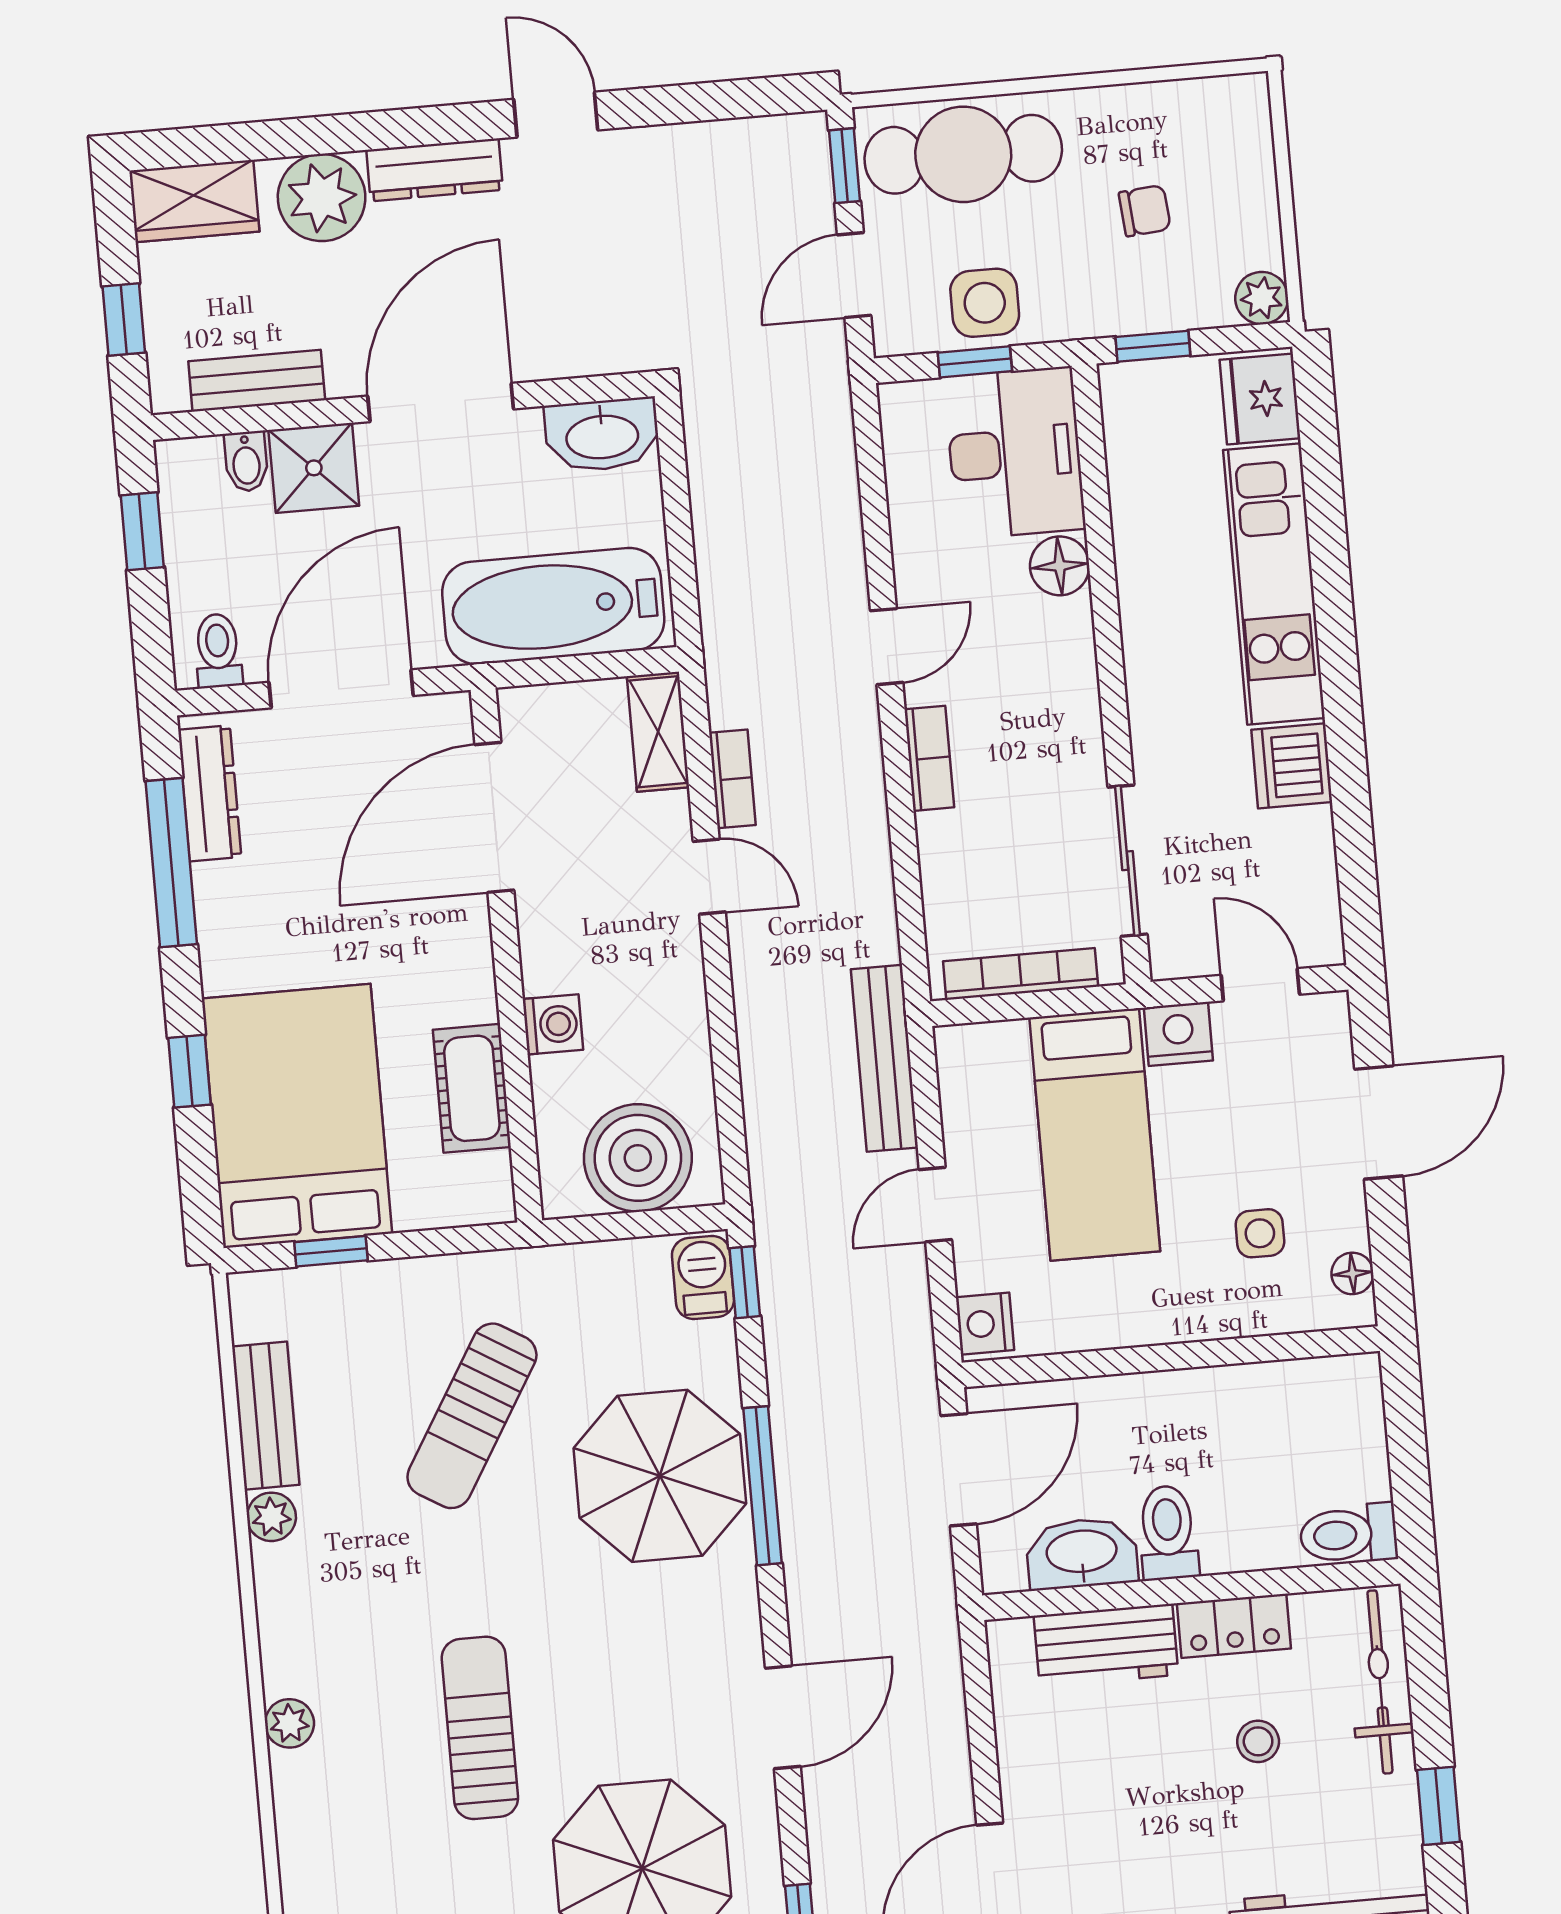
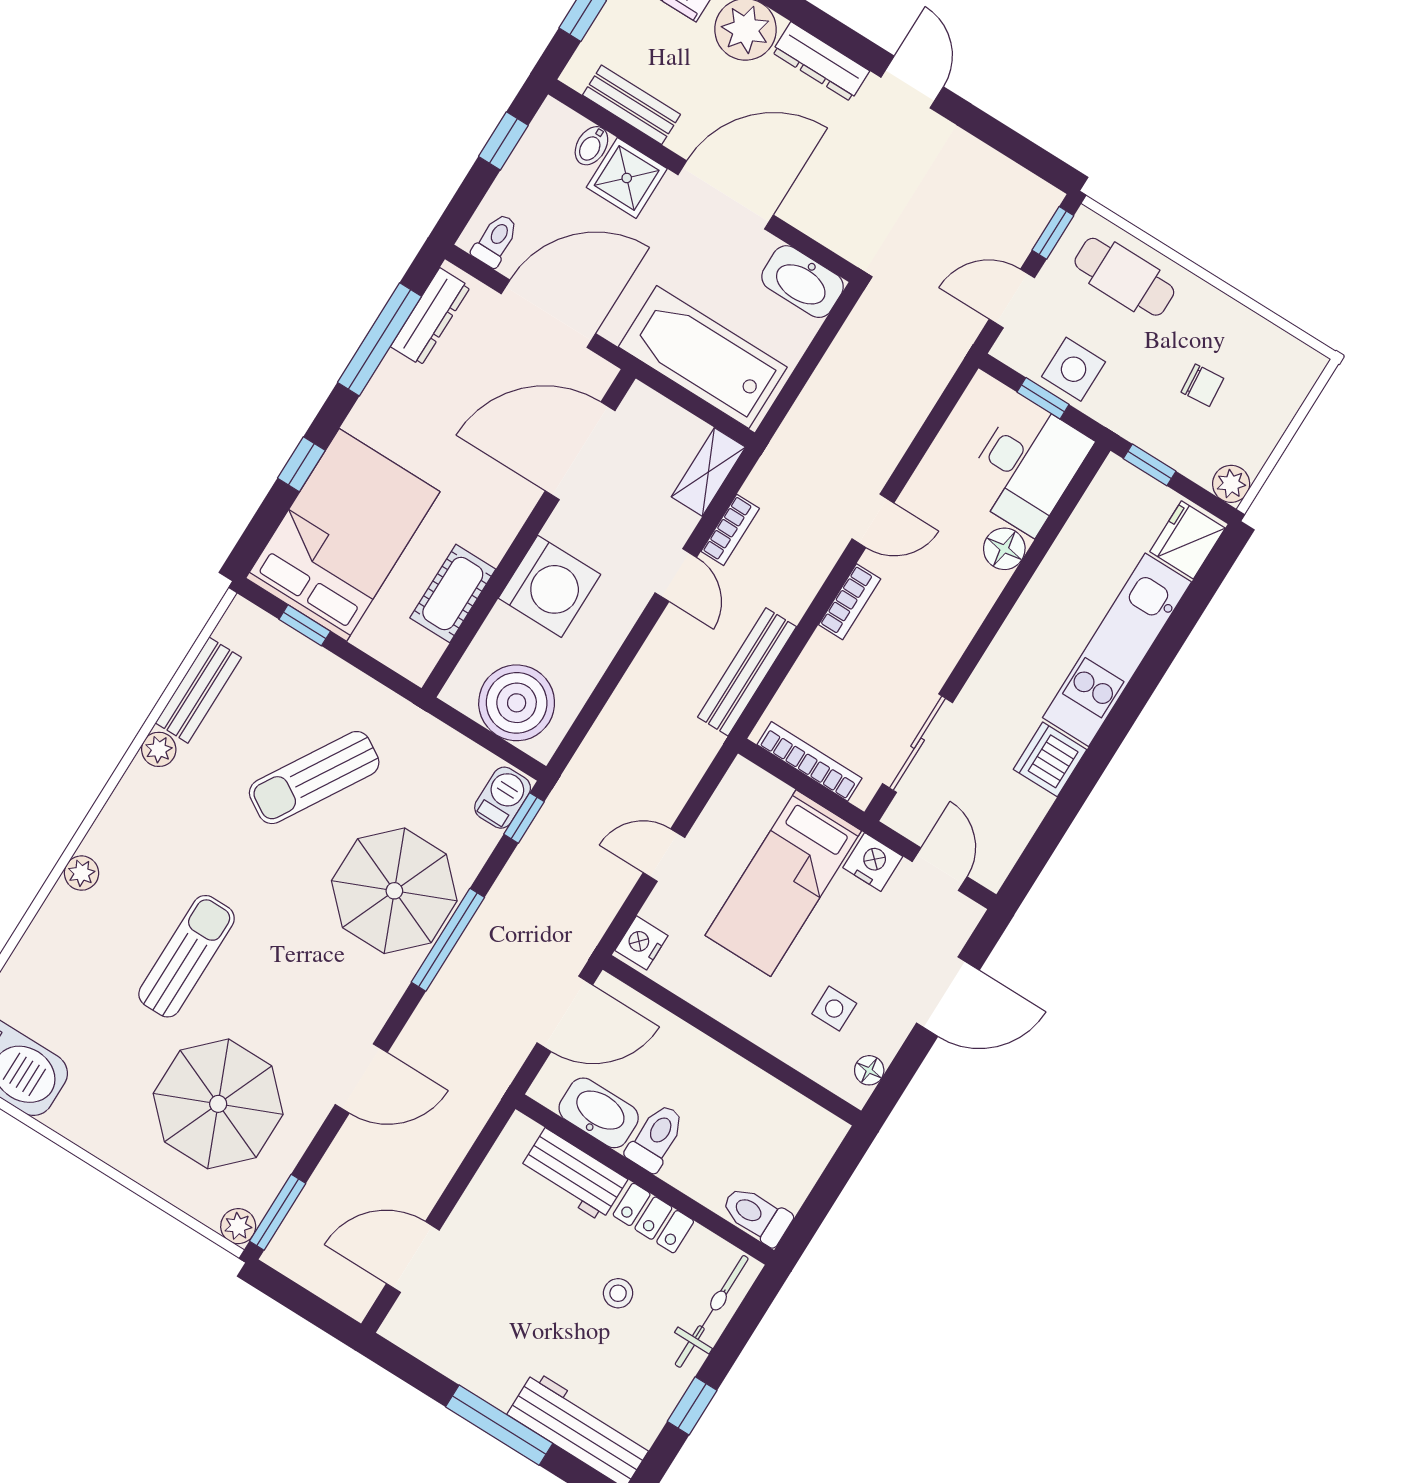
cafe table: (963, 154) -> (1124, 277), width x0.73, depth x0.74
washing machine: (553, 1024) -> (549, 586), width x1.89, depth x1.89
bench: (884, 1058) -> (747, 672), moved

